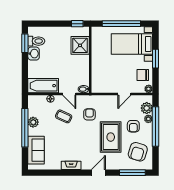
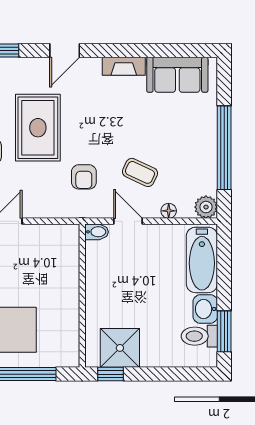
shower: (80, 45) -> (120, 348), moved
bathtub: (43, 86) -> (202, 260), moved, turned 90
plant: (33, 122) -> (206, 207), moved
sofa: (36, 150) -> (177, 75), moved, turned -90

